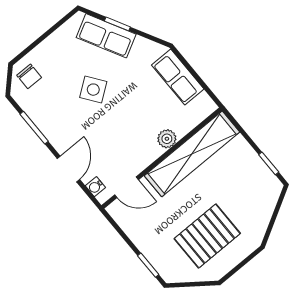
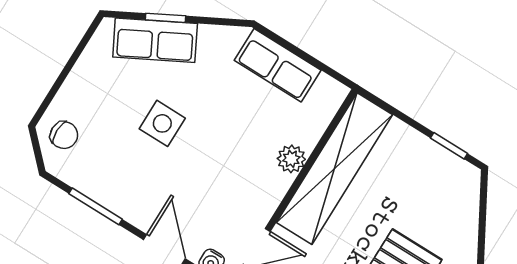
side table: (93, 90) -> (162, 123), turned 36

